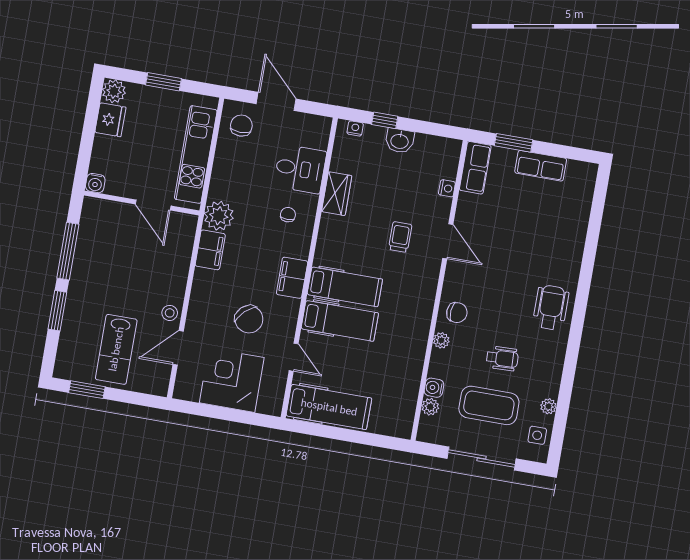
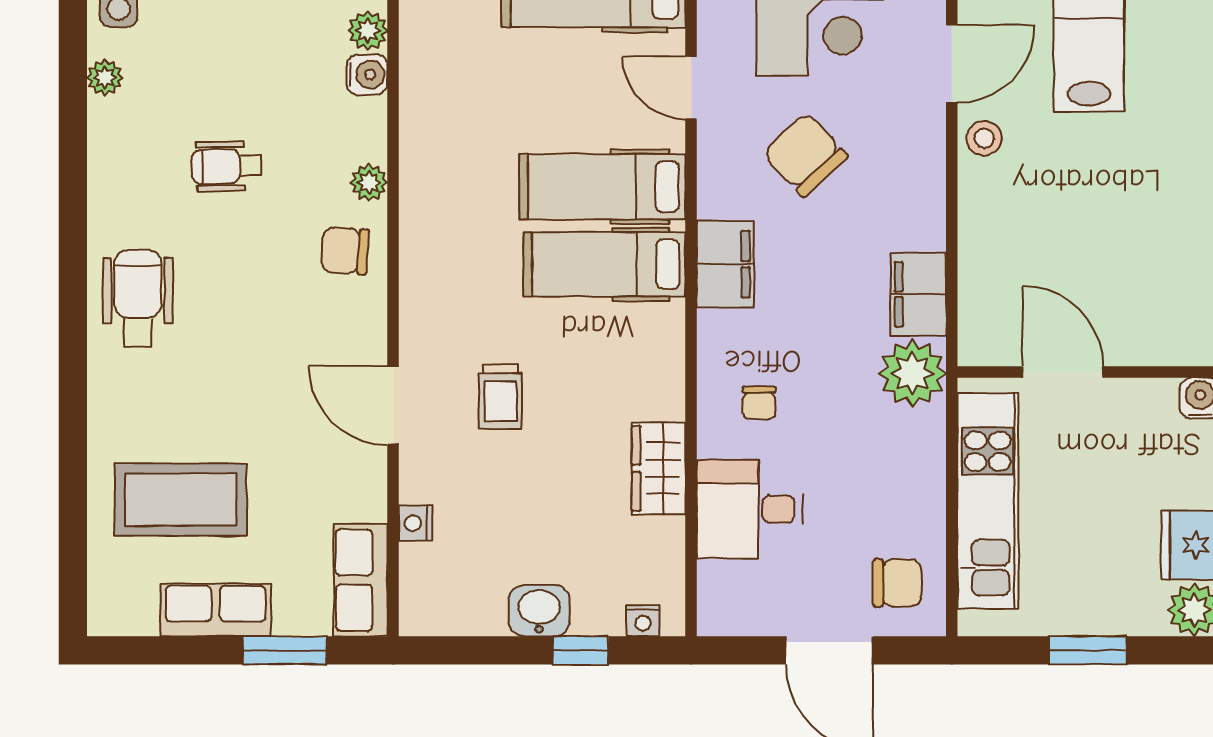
chair: (241, 126) -> (897, 583), turned -90
wheelchair: (551, 307) -> (138, 298), turned 180
coffee table: (489, 405) -> (181, 500), moved

